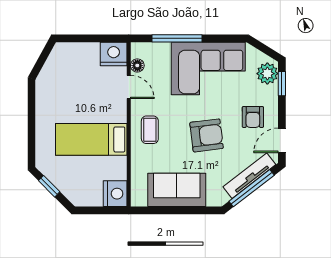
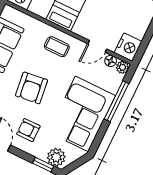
plant: (138, 50) -> (122, 67), added

